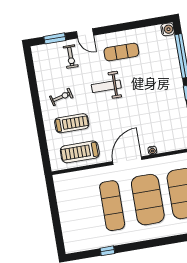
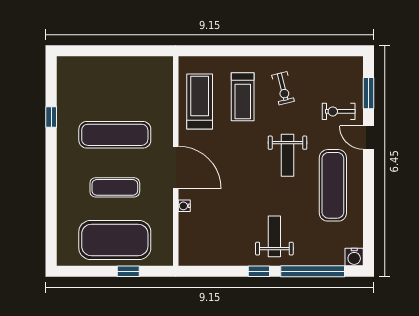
door: (85, 33) -> (369, 138), hinge flipped
exercise mat: (121, 52) -> (333, 185), width x1.36, depth x1.45
weight bench: (106, 86) -> (287, 155), turned 180
weight bench: (163, 86) -> (274, 236), added
exercise mat: (148, 200) -> (115, 187), width x0.50, depth x0.69

